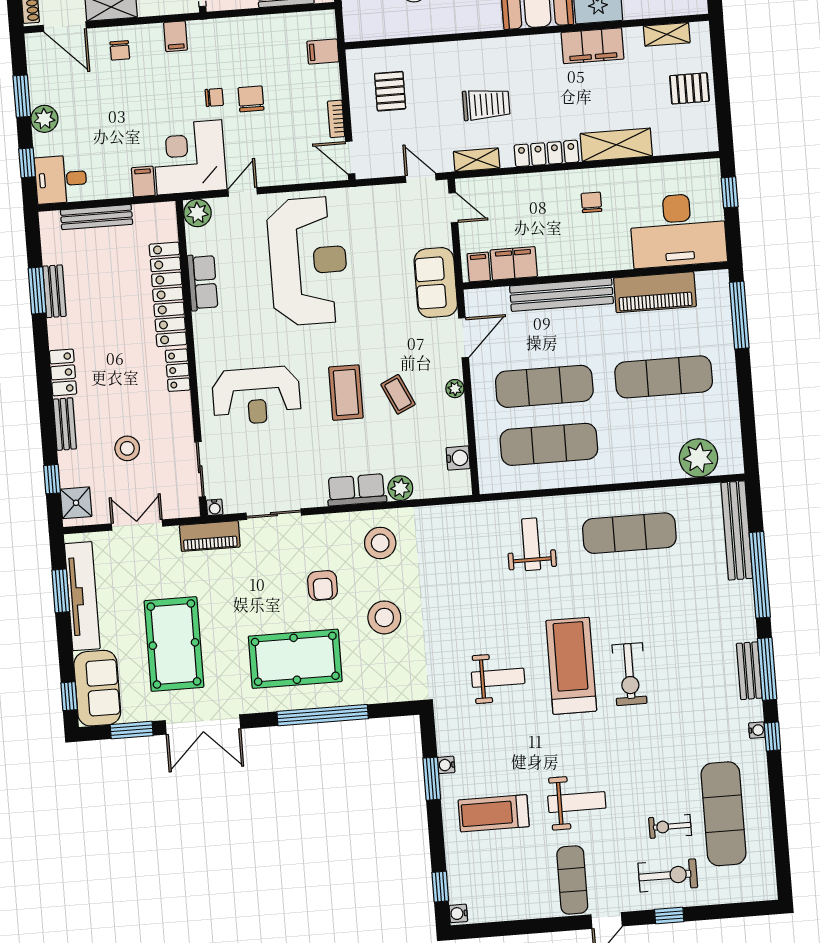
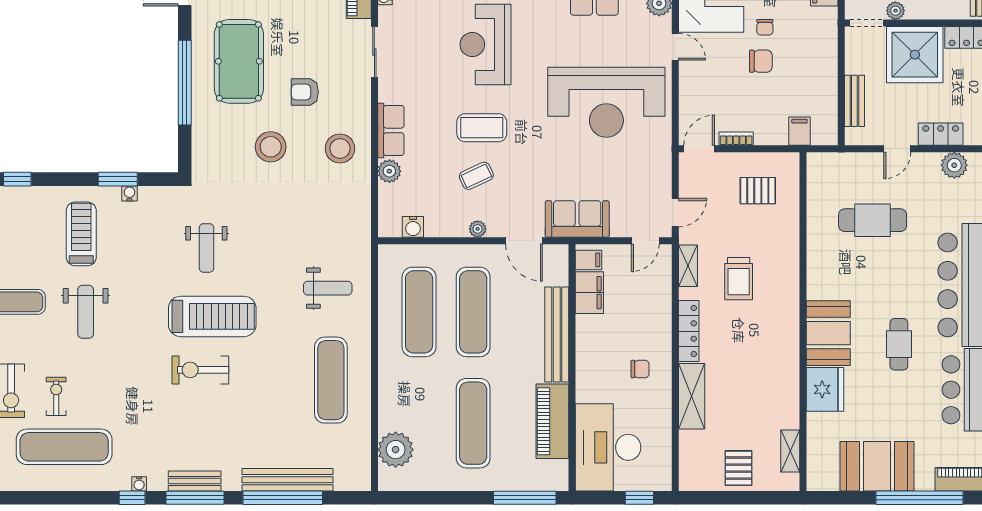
filing cabinet: (593, 46) -> (785, 381), removed
bench: (737, 530) -> (288, 480), moved

